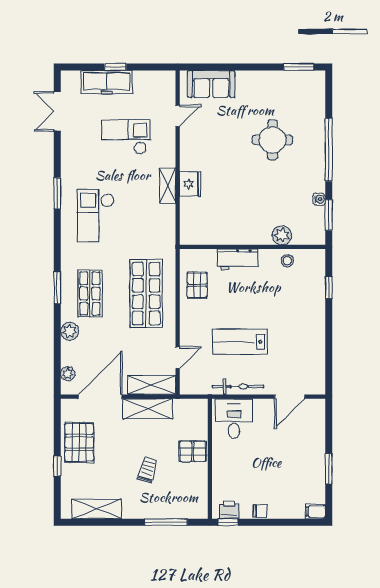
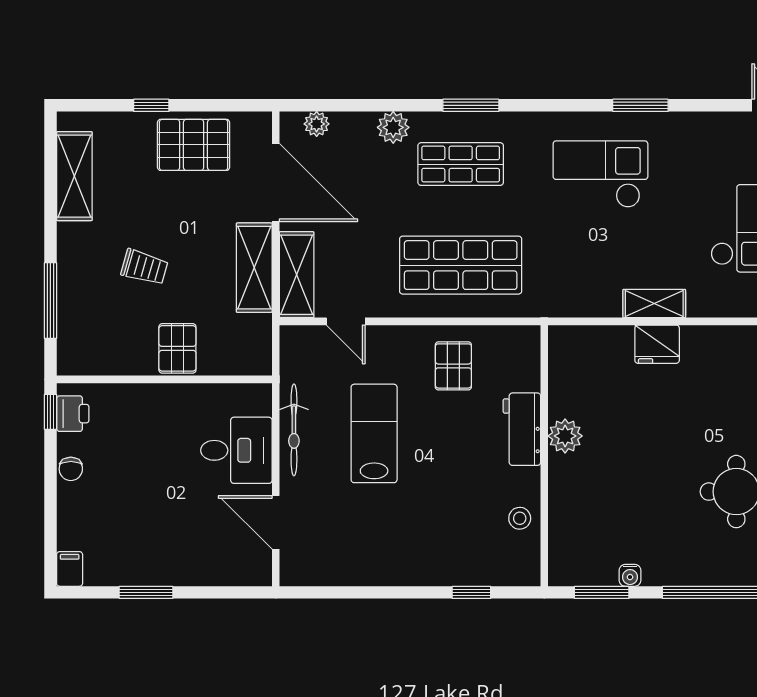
plant: (282, 235) -> (565, 436), moved
pallet: (197, 285) -> (453, 366), moved, turned 90
desk: (234, 419) -> (236, 450), moved

